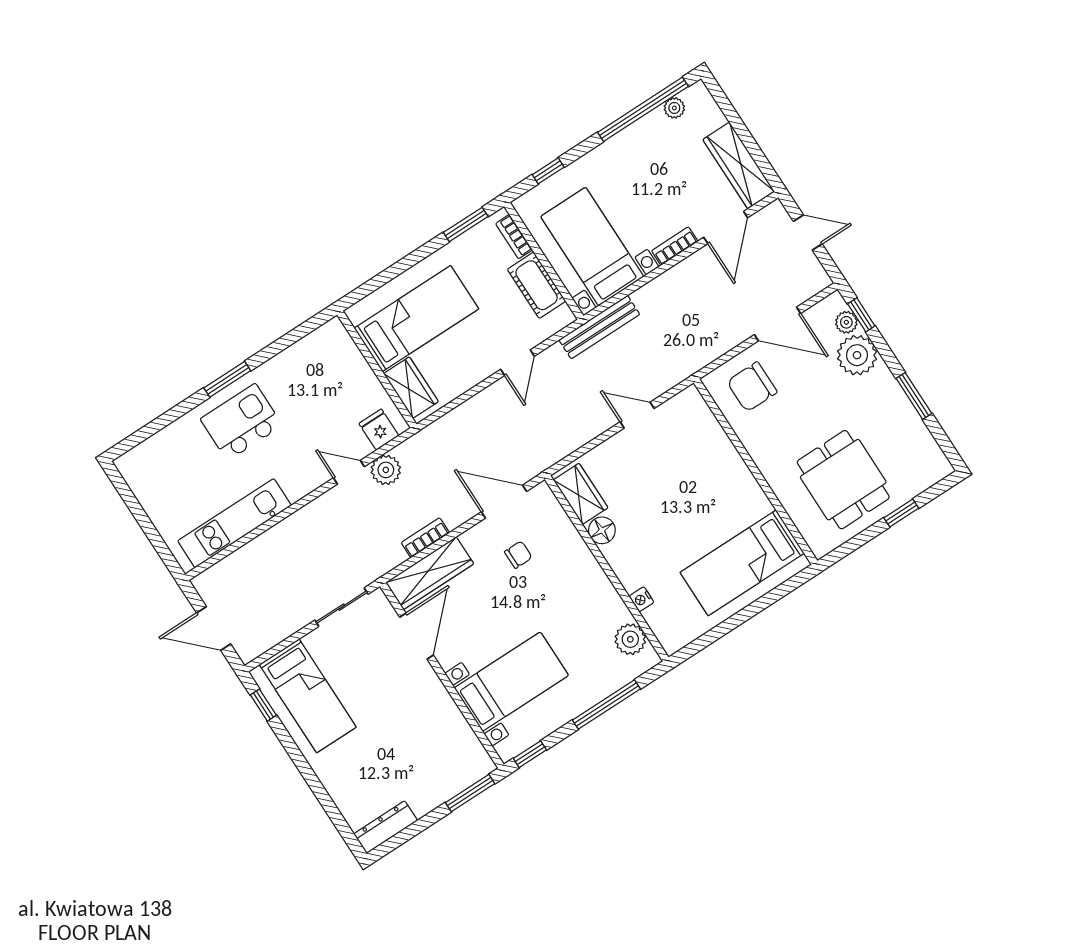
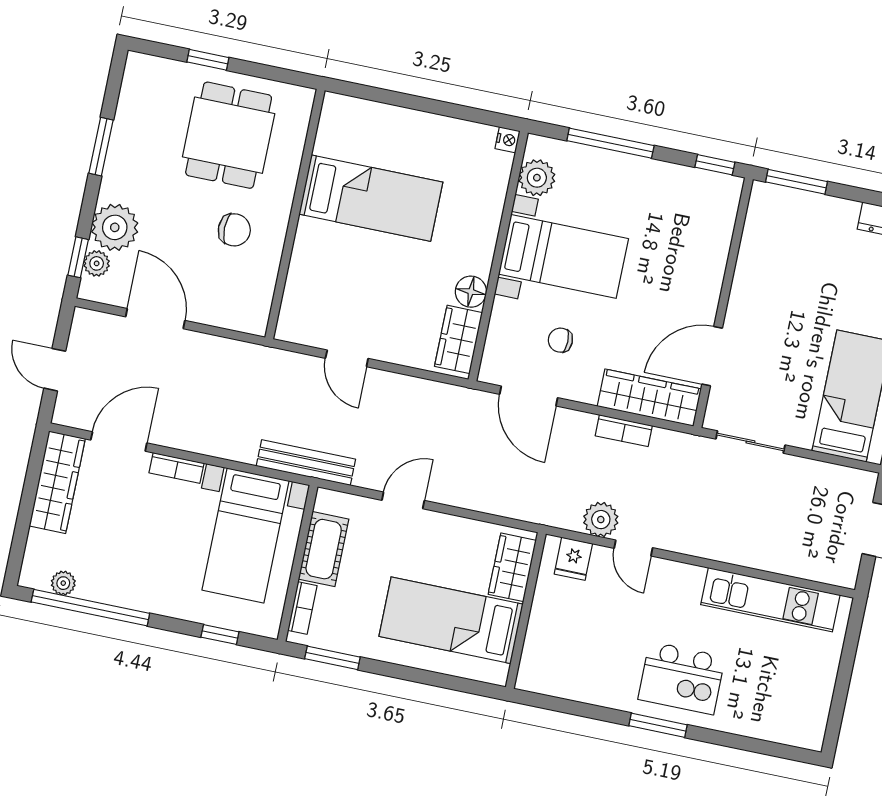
chair: (752, 387) -> (234, 230), moved, width x0.73, depth x0.73
bed: (742, 563) -> (371, 198), moved
nightstand: (641, 599) -> (508, 140), moved
bed with nightstands: (511, 682) -> (563, 256), moved, turned 180

